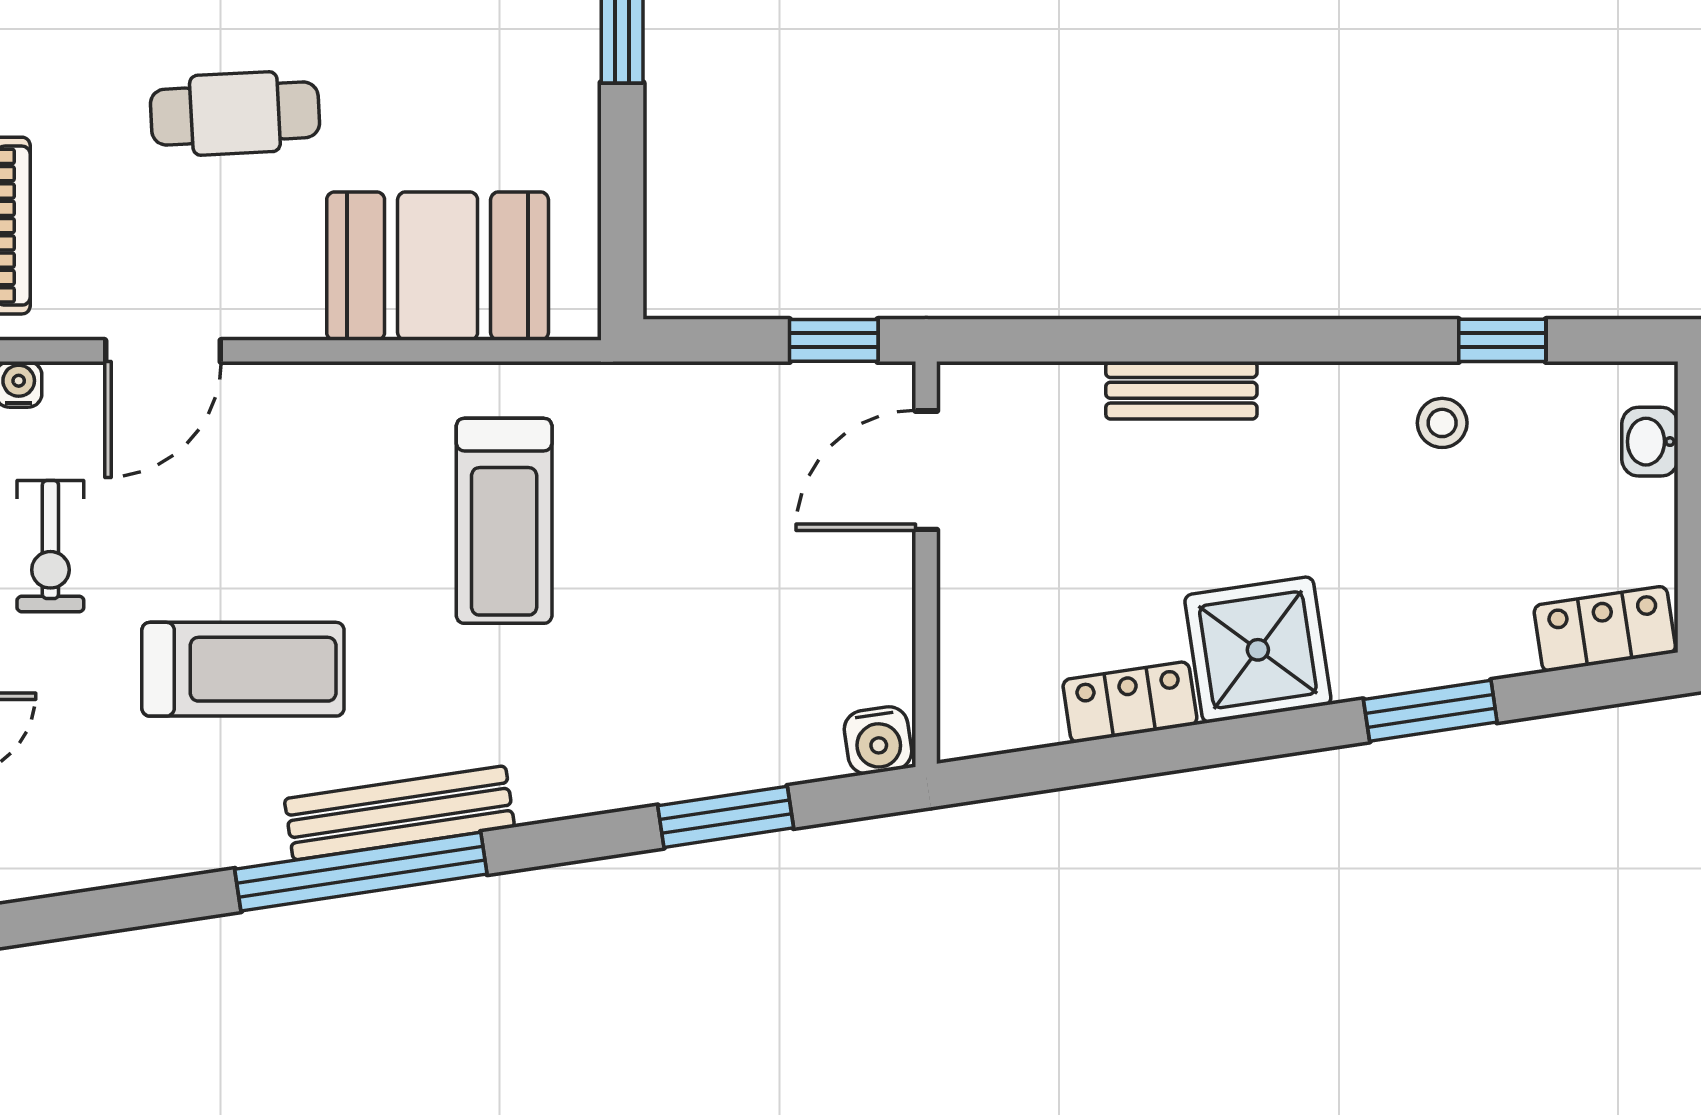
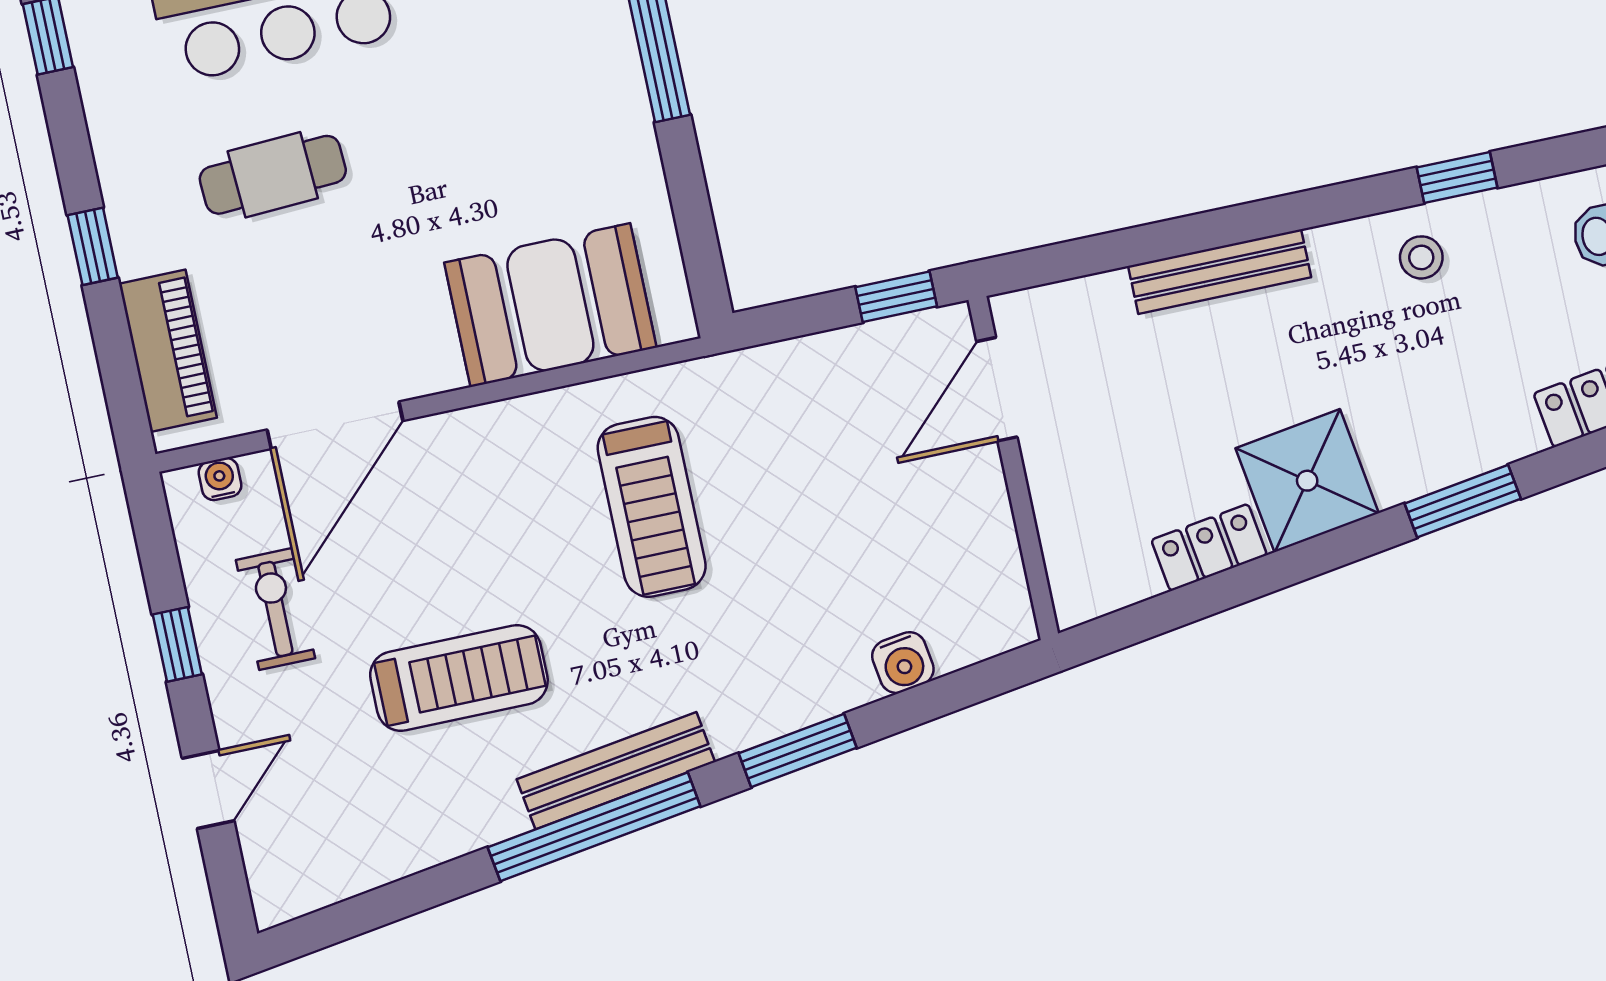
cafe table: (235, 113) -> (273, 175), moved
door: (163, 351) -> (335, 425), width x1.36
bench: (1181, 390) -> (1220, 272), width x1.36
exercise bike: (50, 546) -> (275, 609), turned 180
water cooler: (878, 740) -> (903, 663), moved
window: (726, 817) -> (798, 750), moved

